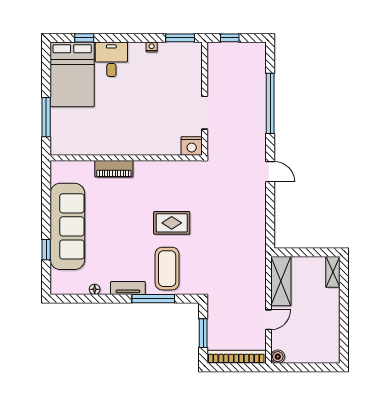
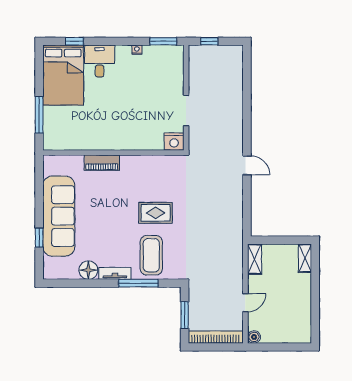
window: (270, 103) -> (247, 102), removed
shelving: (281, 281) -> (255, 259), width x0.67, depth x0.75
floor lamp: (95, 289) -> (88, 270), width x1.89, depth x1.89

